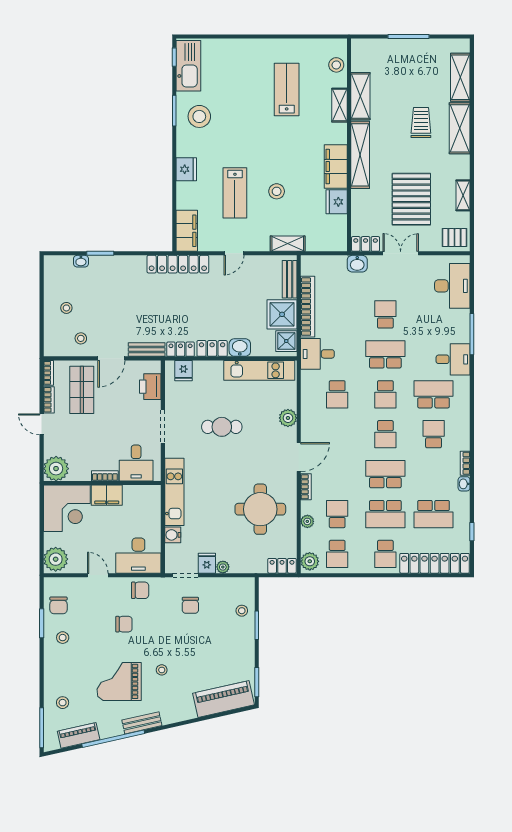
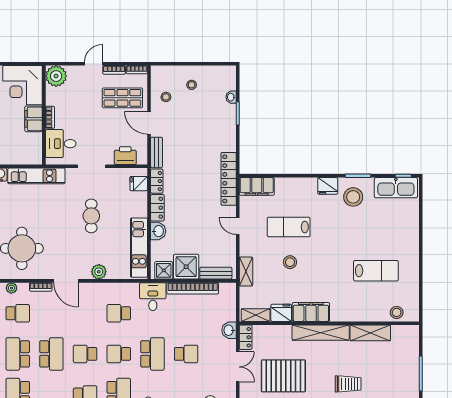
shelving: (339, 105) -> (256, 315), moved
fridge: (186, 169) -> (328, 186), moved

